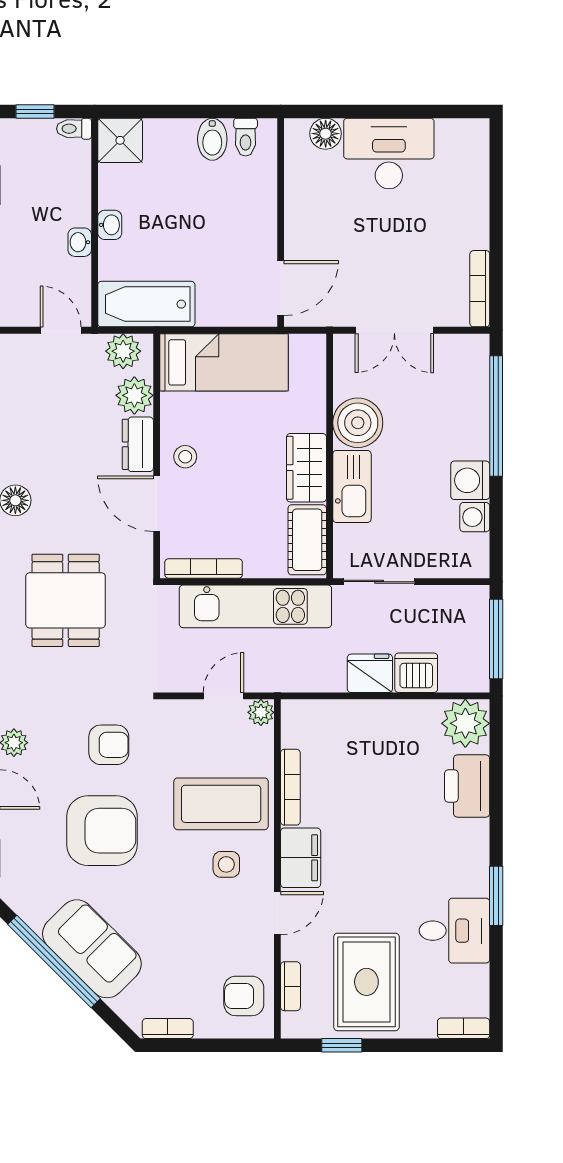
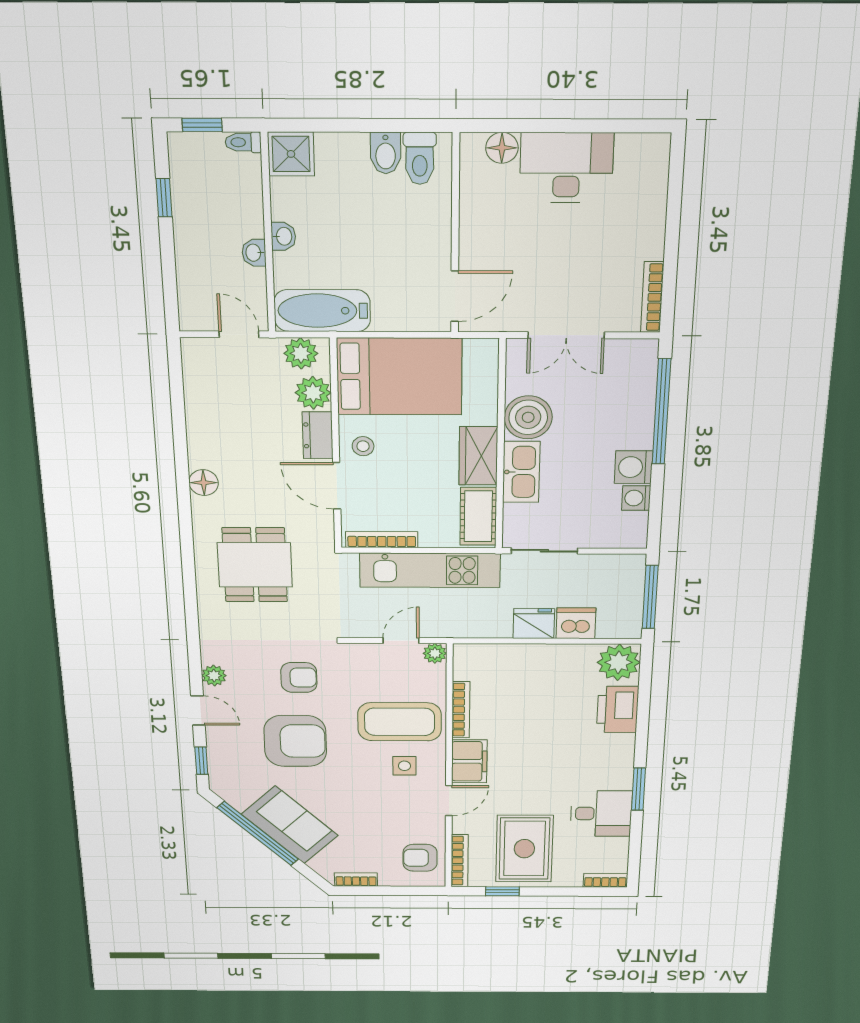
toilet: (246, 137) -> (420, 158), width x1.37, depth x1.39
bed: (224, 362) -> (399, 377), width x1.50
bookcase: (290, 986) -> (460, 861), width x1.56

